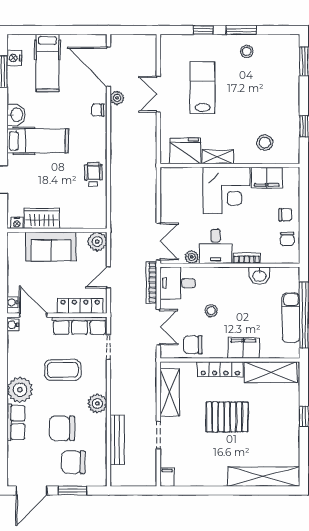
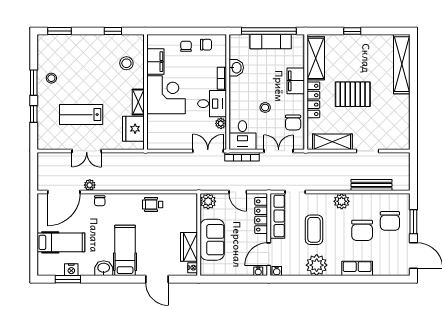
nightstand: (14, 58) -> (71, 270), moved
plant: (20, 390) -> (317, 265), moved
pallet: (227, 417) -> (353, 94), turned 90
filing cabinet: (167, 477) -> (402, 144), removed

